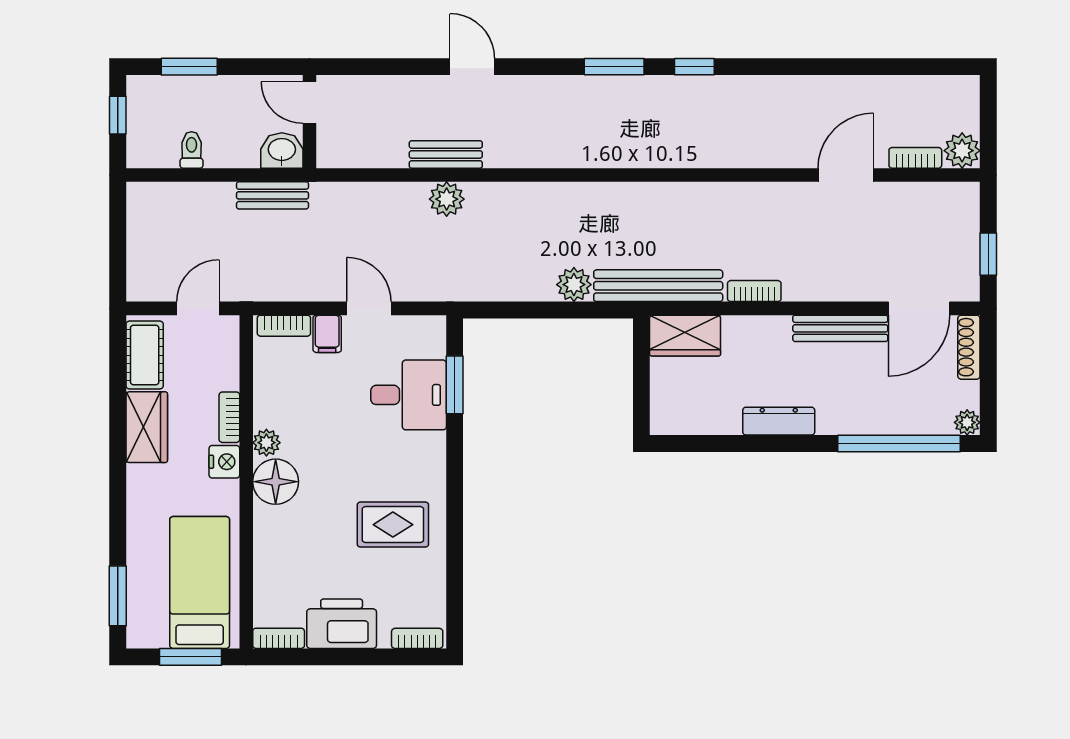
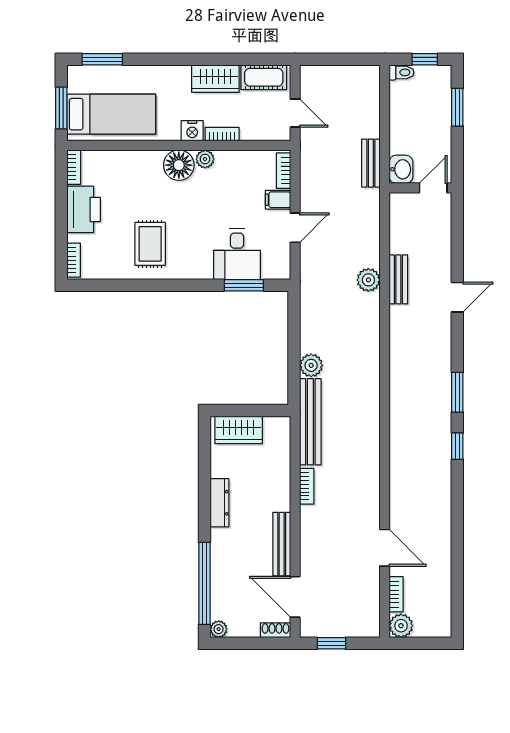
toilet: (192, 150) -> (401, 72), moved
wardrobe: (685, 336) -> (239, 430), moved, turned -90
shoe rack: (969, 347) -> (276, 630), width x0.70

